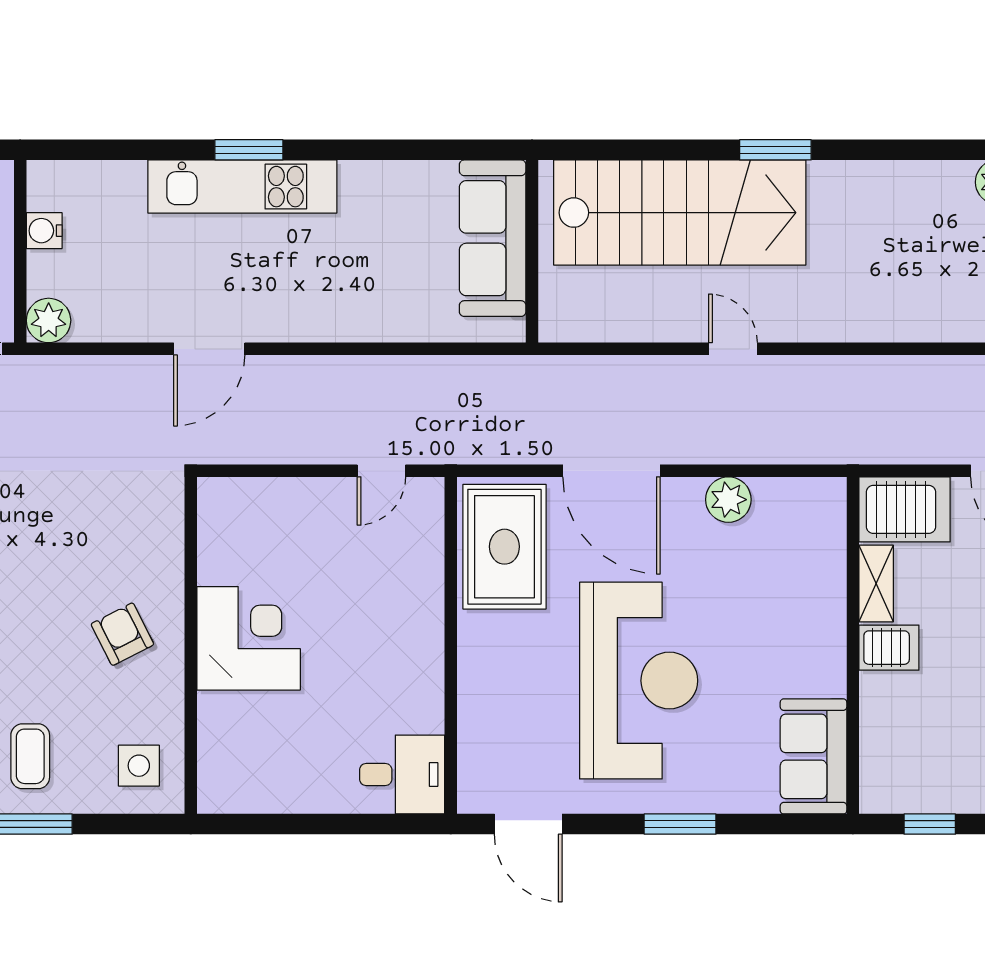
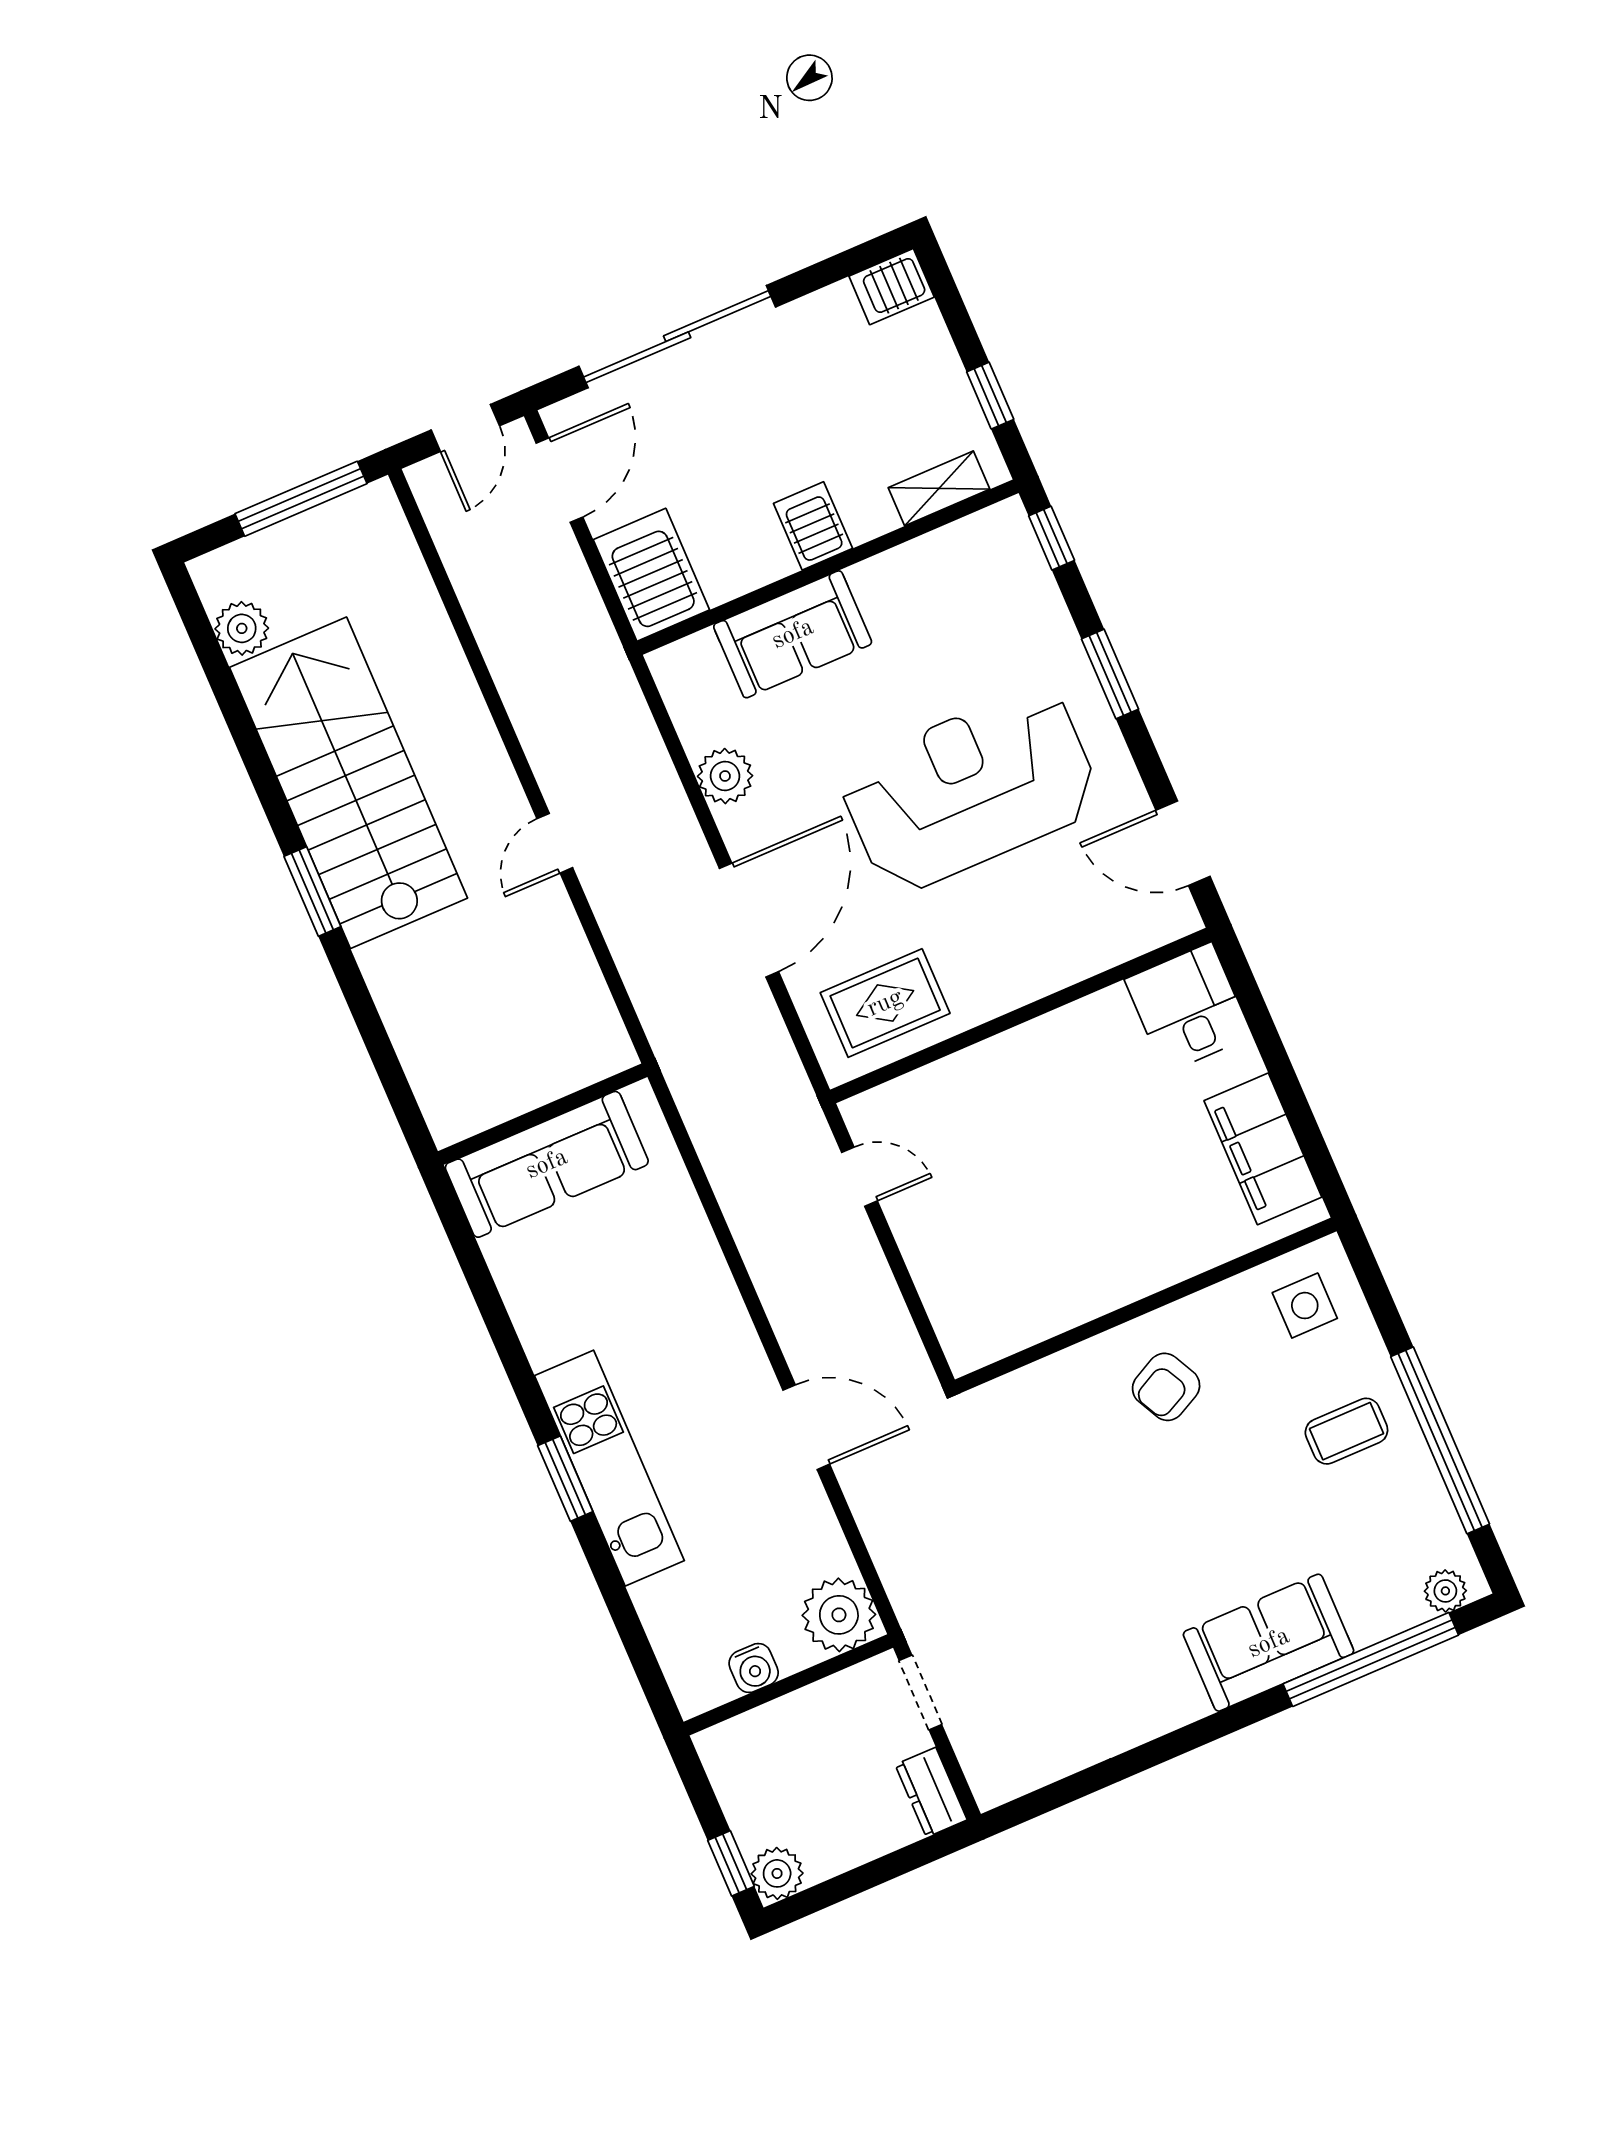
stairs: (680, 213) -> (348, 783), moved
plant: (49, 320) -> (839, 1615), width x1.36, depth x1.36
rug: (504, 547) -> (885, 1003), width x0.73, depth x0.70
shelving: (876, 584) -> (939, 488), moved
corner desk: (249, 638) -> (1110, 1244), removed
sofa: (814, 756) -> (793, 634), moved
filing cabinet: (271, 785) -> (1263, 1149), added
door: (528, 824) -> (1183, 843), swing flipped
window: (802, 824) -> (1052, 538), added

